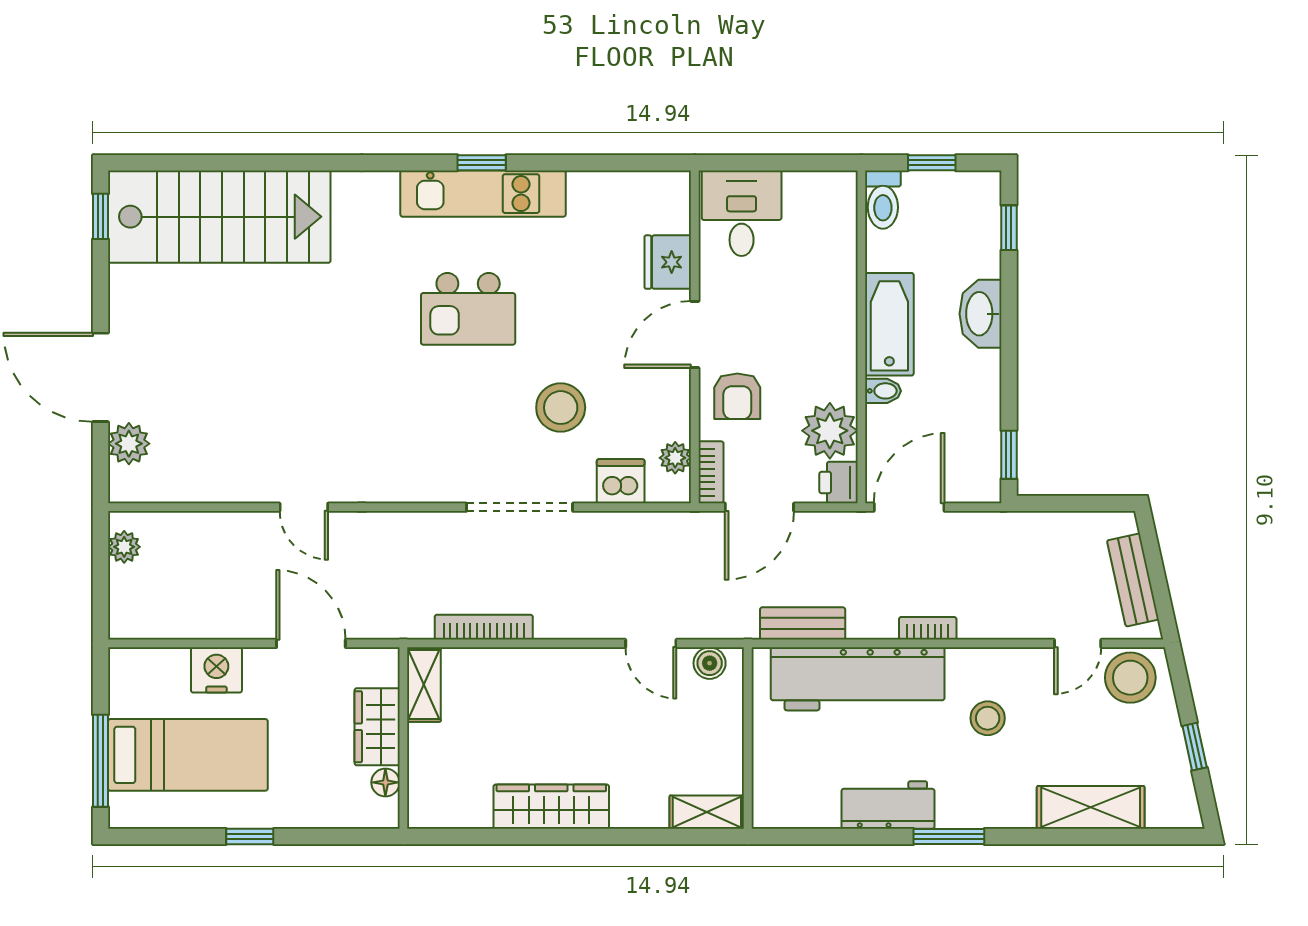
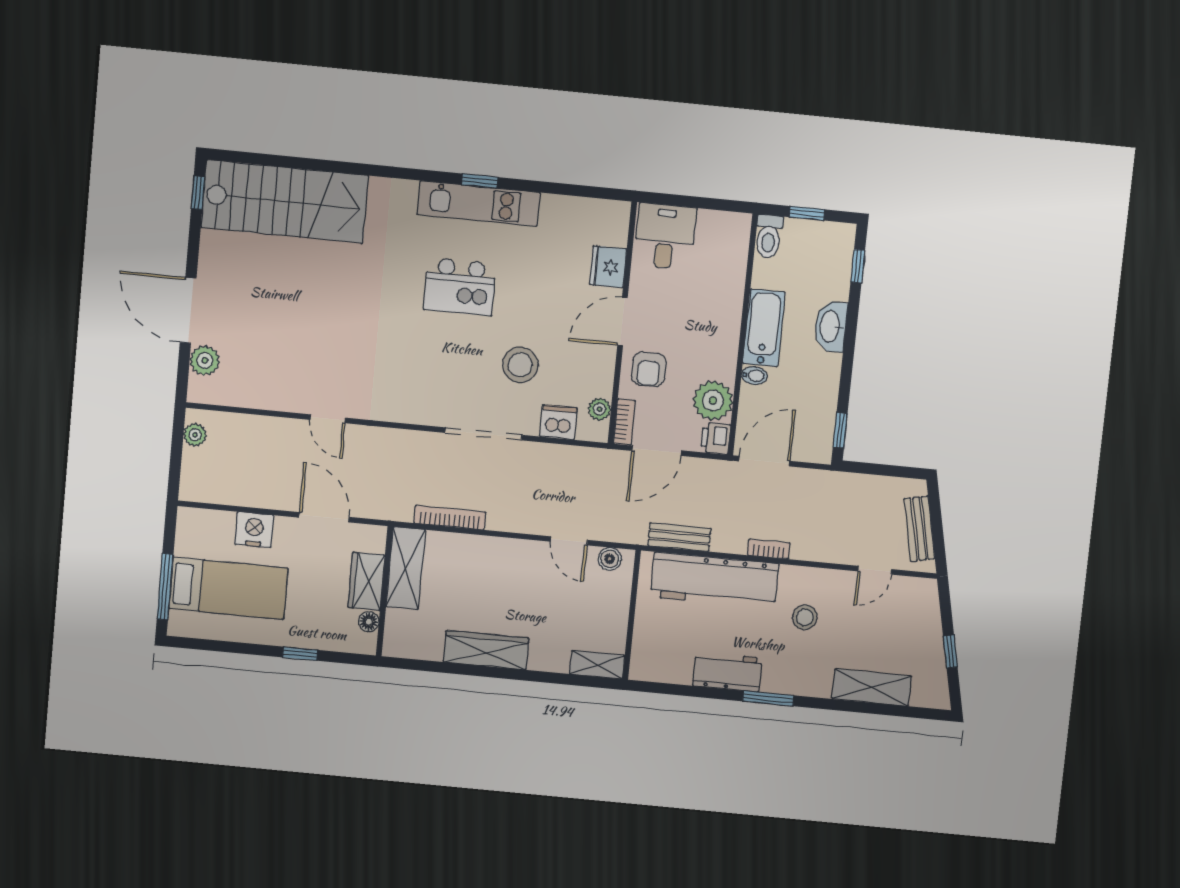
stool: (1130, 678) -> (910, 598), removed
shelving: (424, 685) -> (406, 568), width x1.50, depth x1.33
window: (250, 836) -> (300, 654), moved

